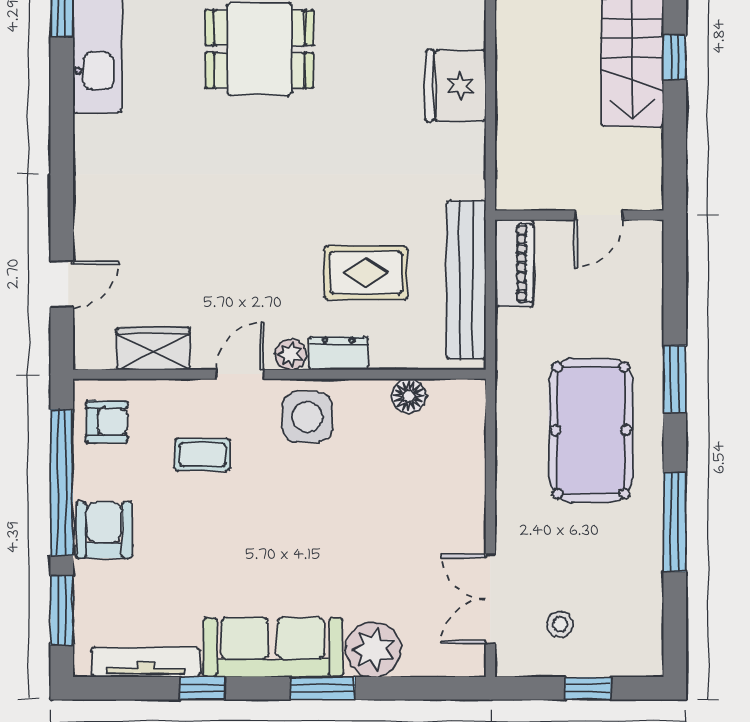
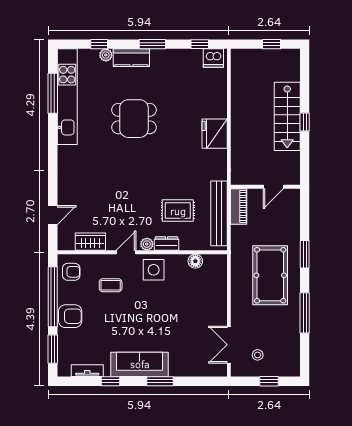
armchair: (104, 530) -> (70, 316), turned 90
plant: (373, 649) -> (181, 365), removed
tv unit: (146, 662) -> (87, 371), width x0.71

